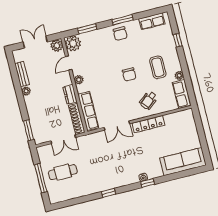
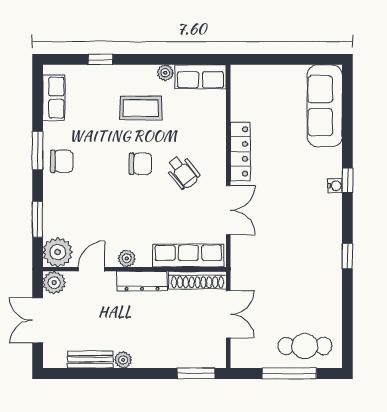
door: (69, 63) -> (92, 269), swing flipped
dresser: (70, 94) -> (142, 281), width x1.44
wheelchair: (148, 100) -> (183, 172), moved
cafe table: (63, 172) -> (305, 346), moved, turned 90

